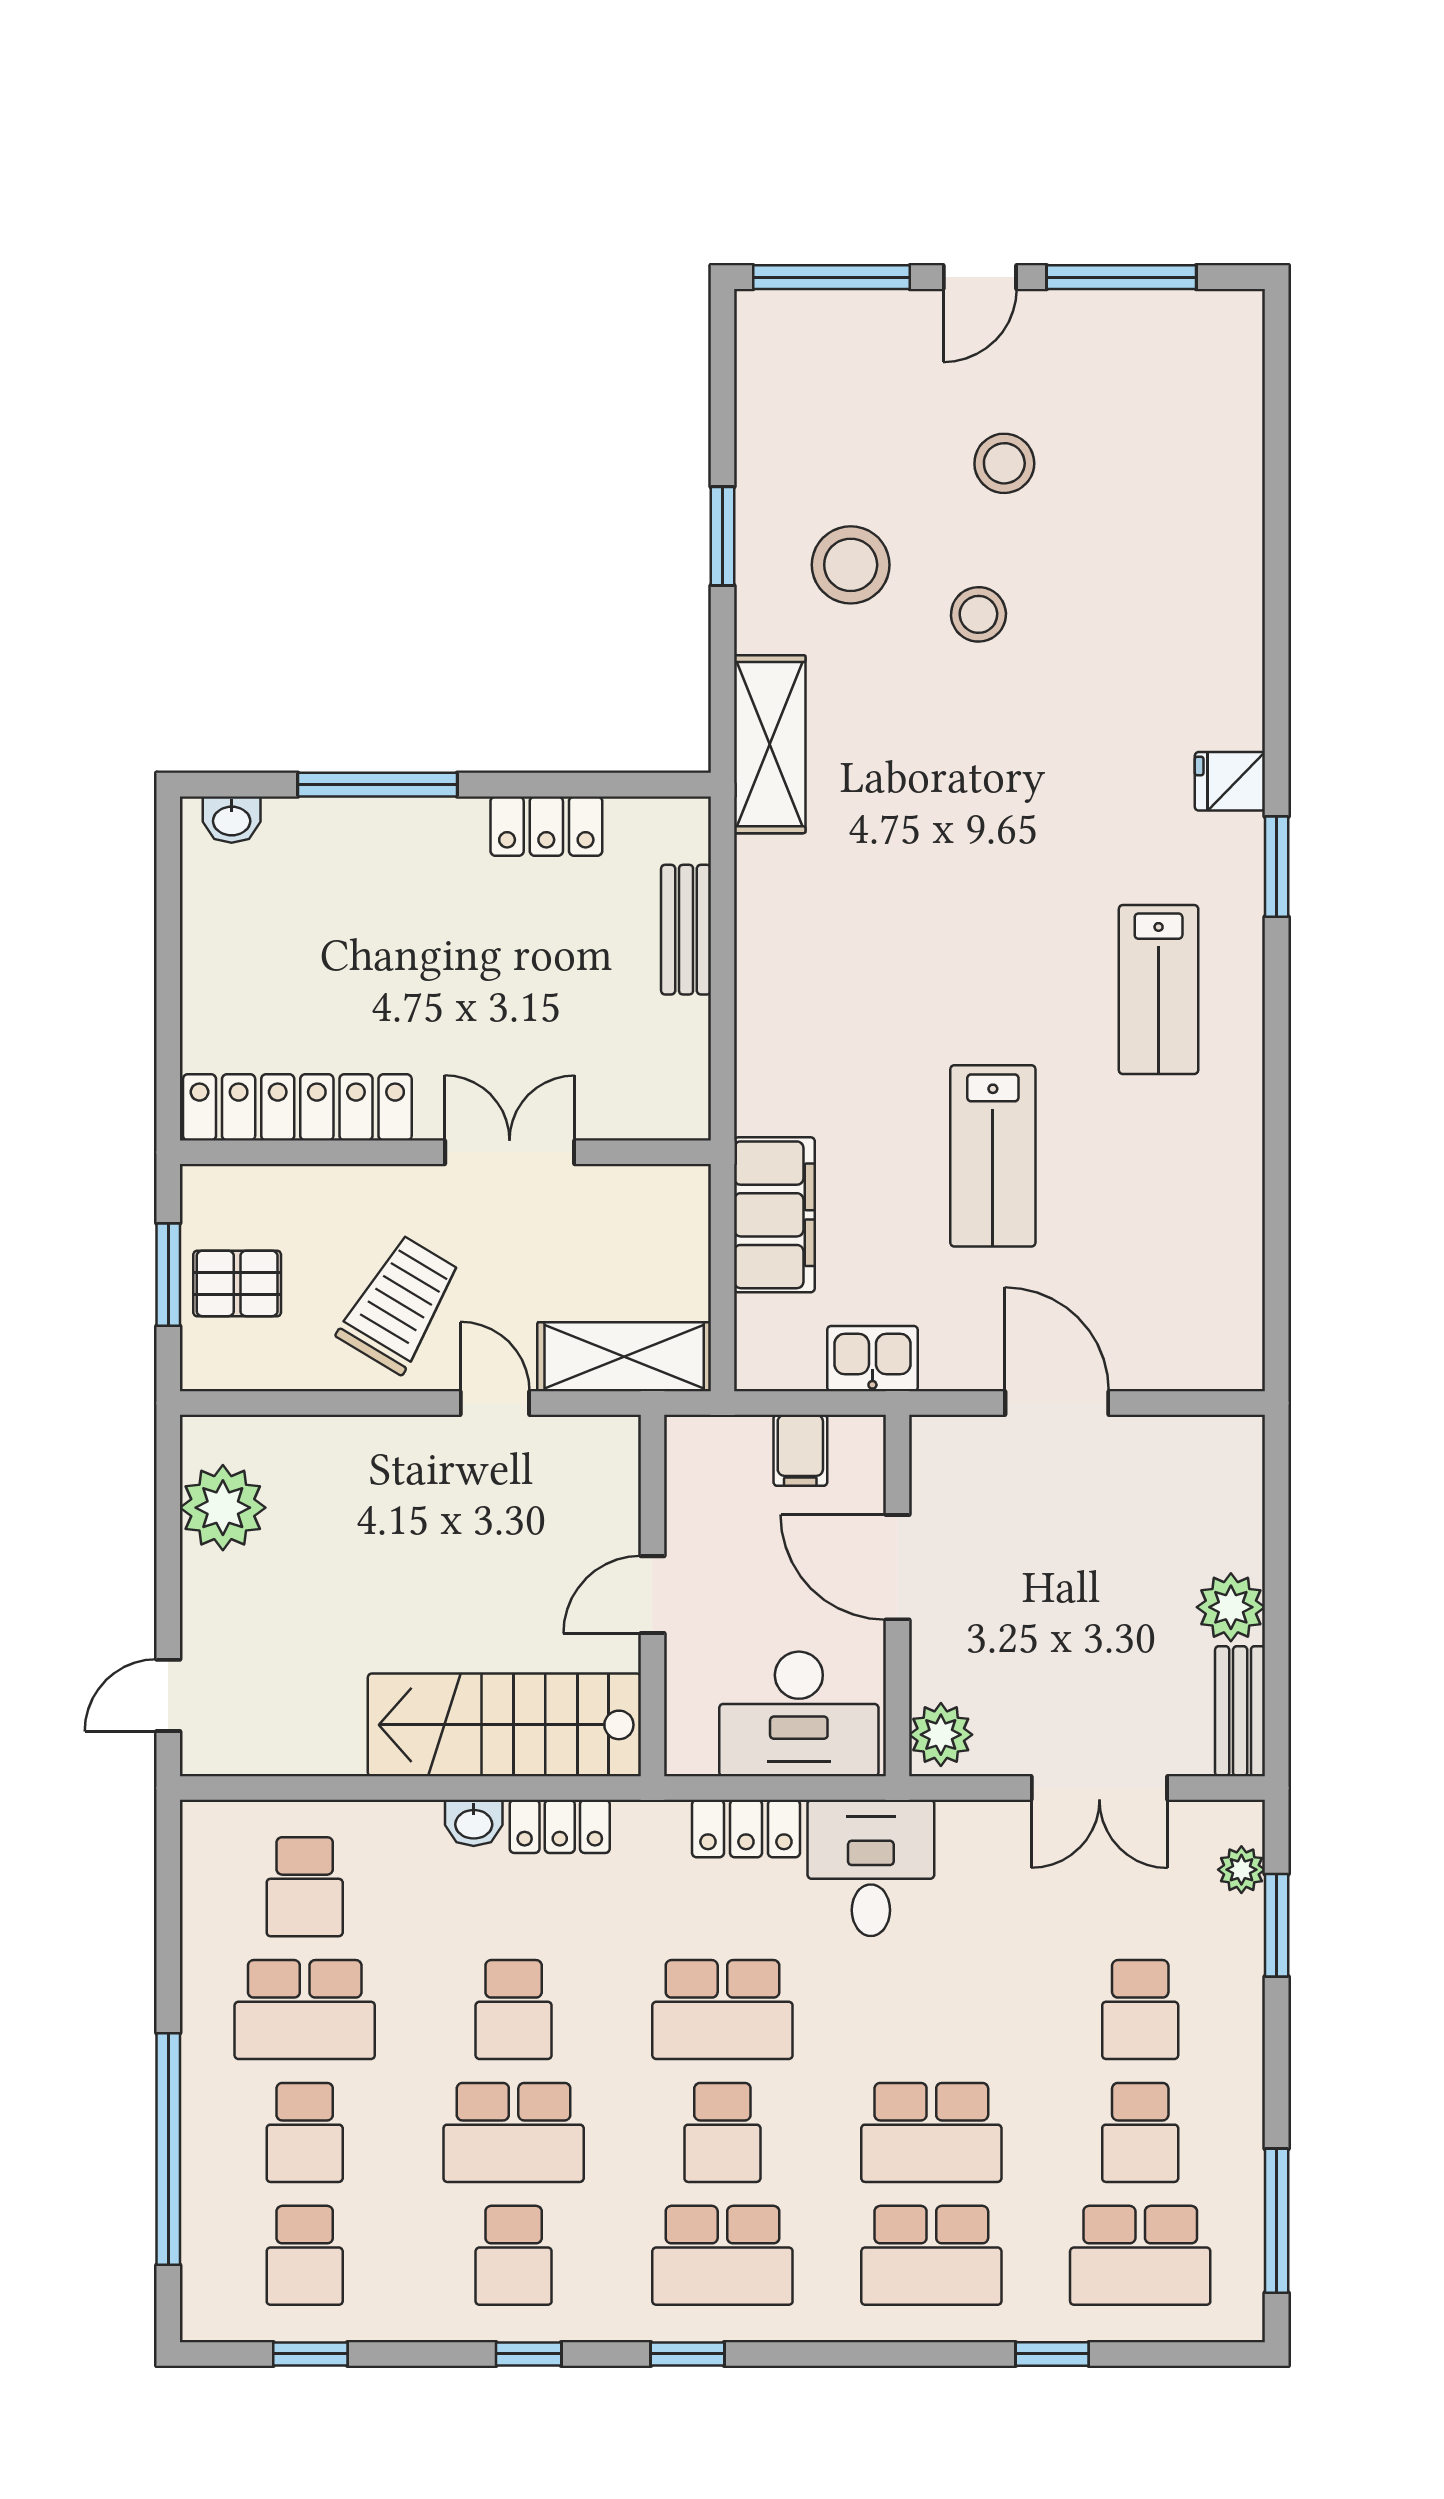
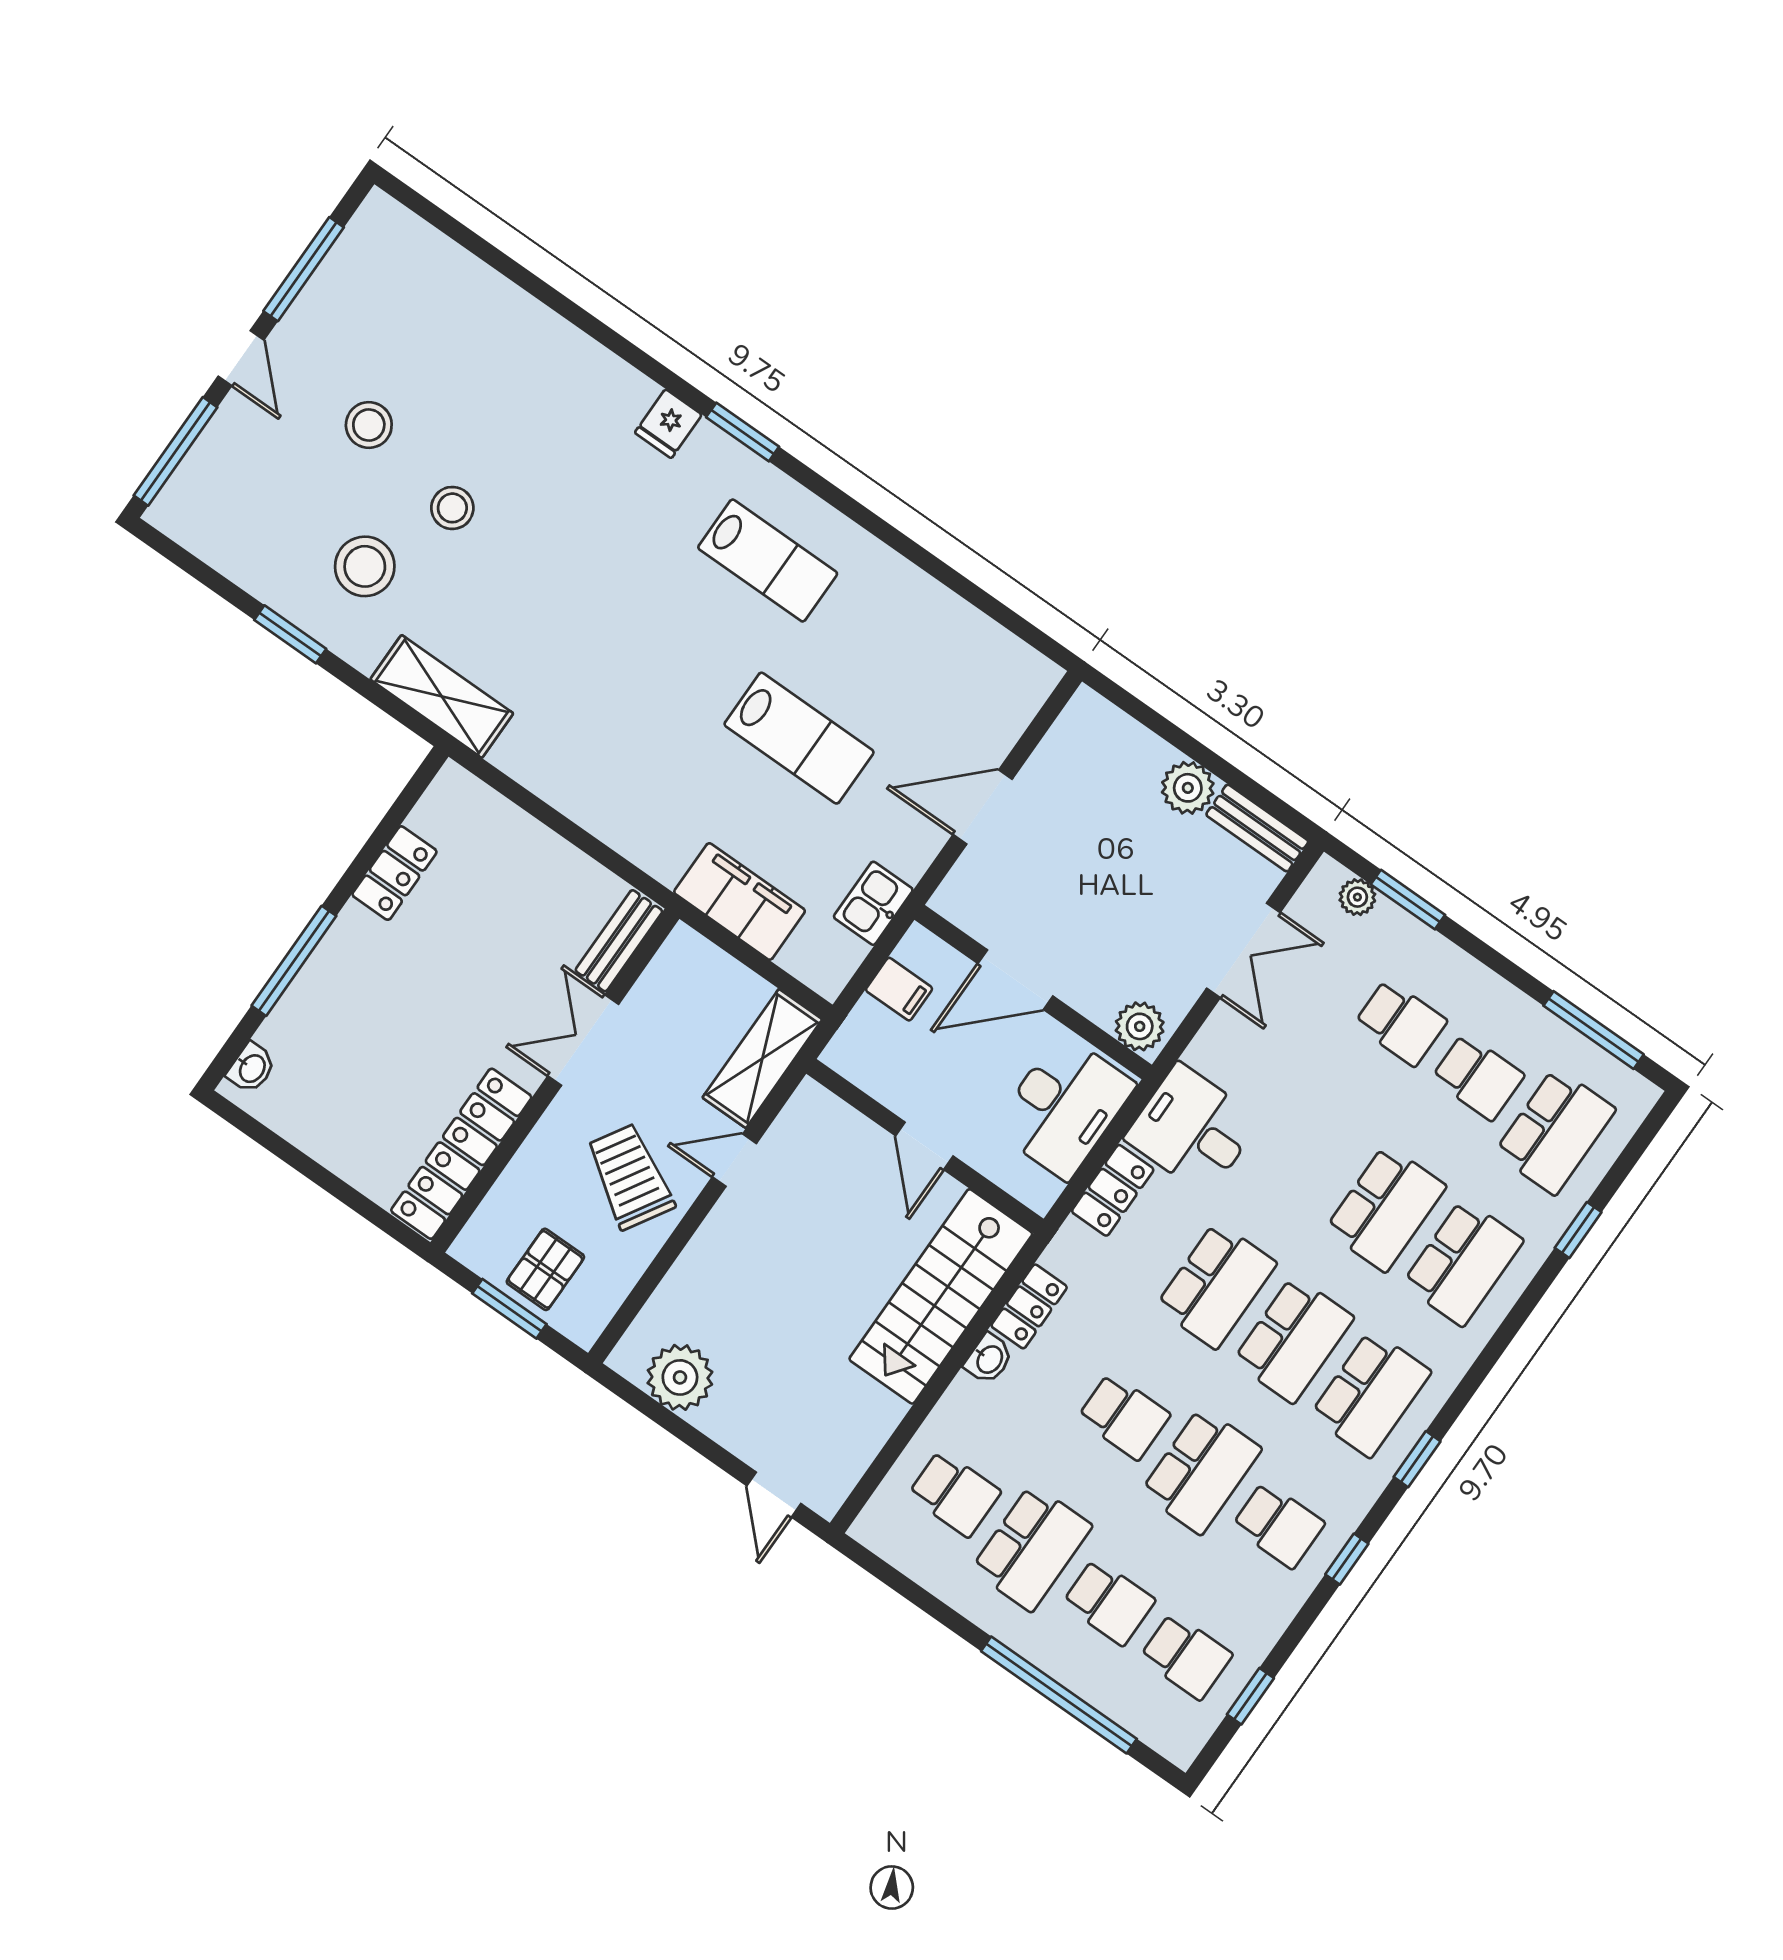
bench: (686, 930) -> (619, 941), moved, turned 90
school desk: (722, 2132) -> (1293, 1339), width x1.85

